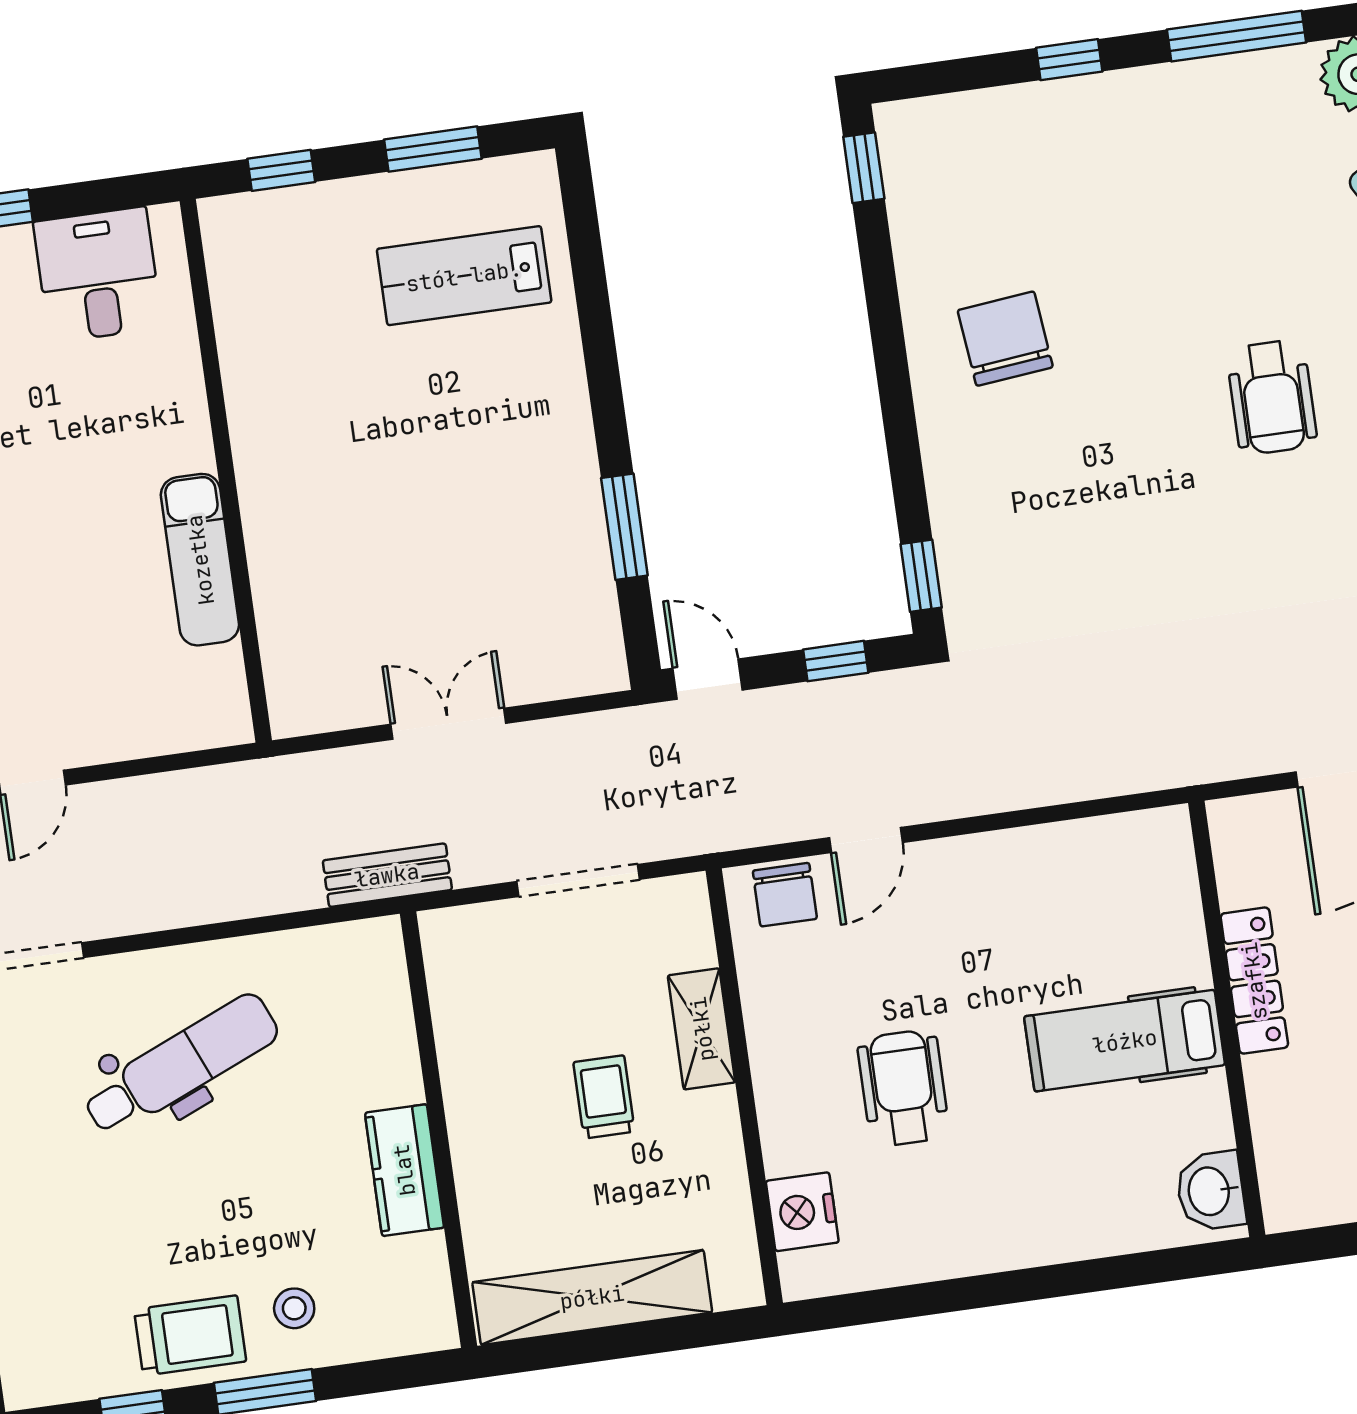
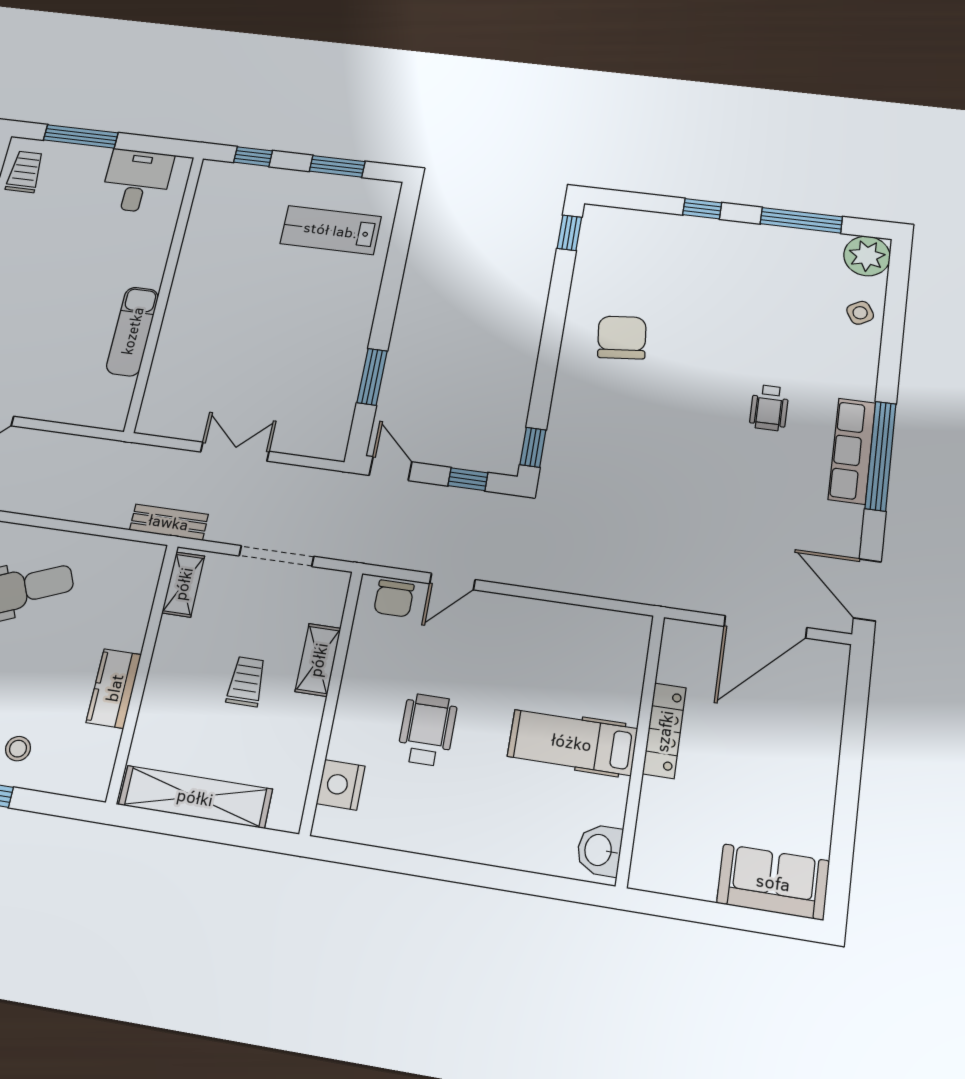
wheelchair: (1272, 397) -> (769, 408), width x0.73, depth x0.73
shelving: (449, 971) -> (183, 584), added

